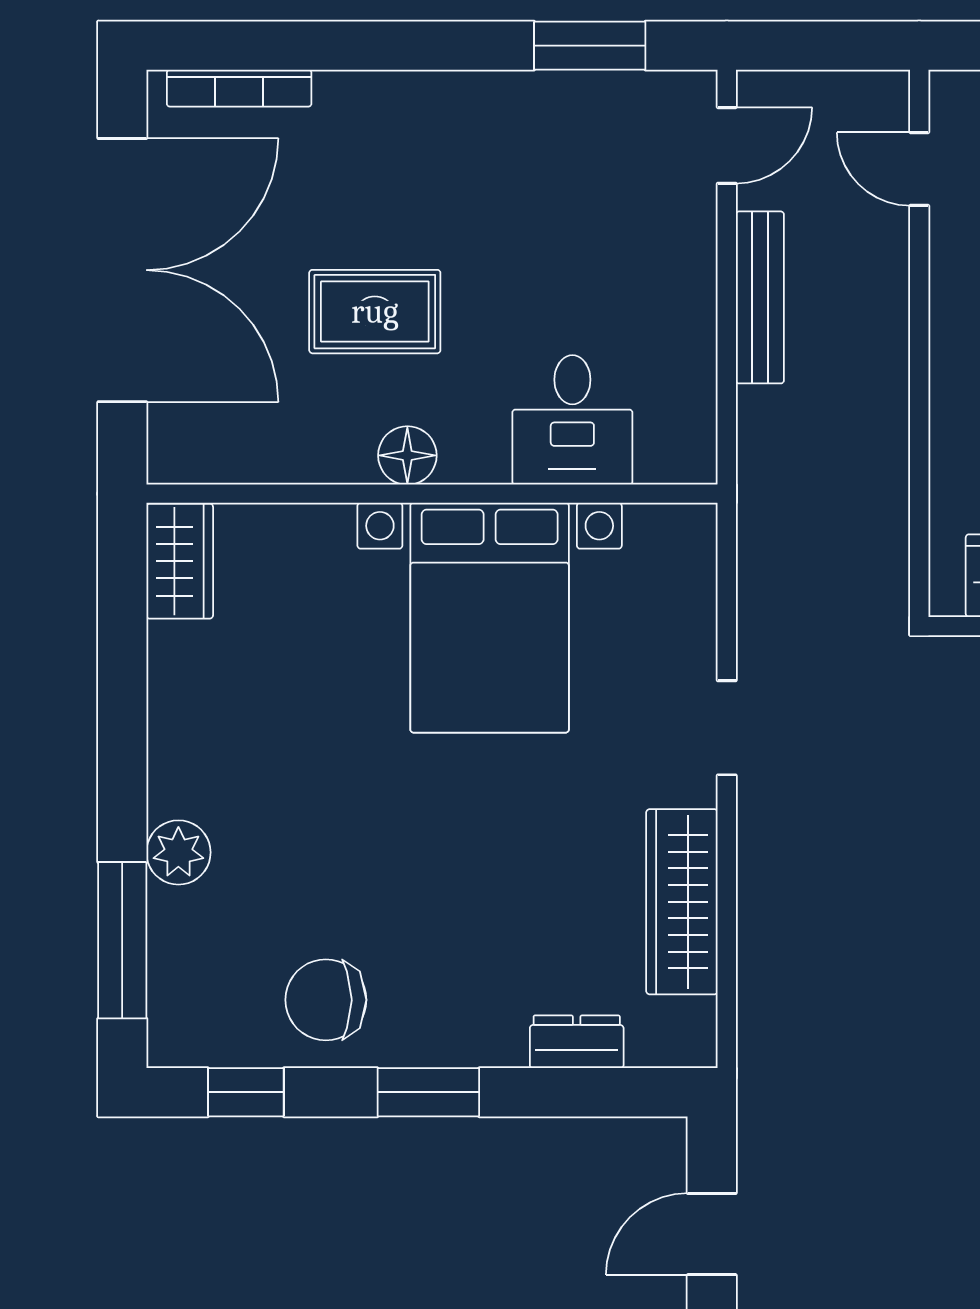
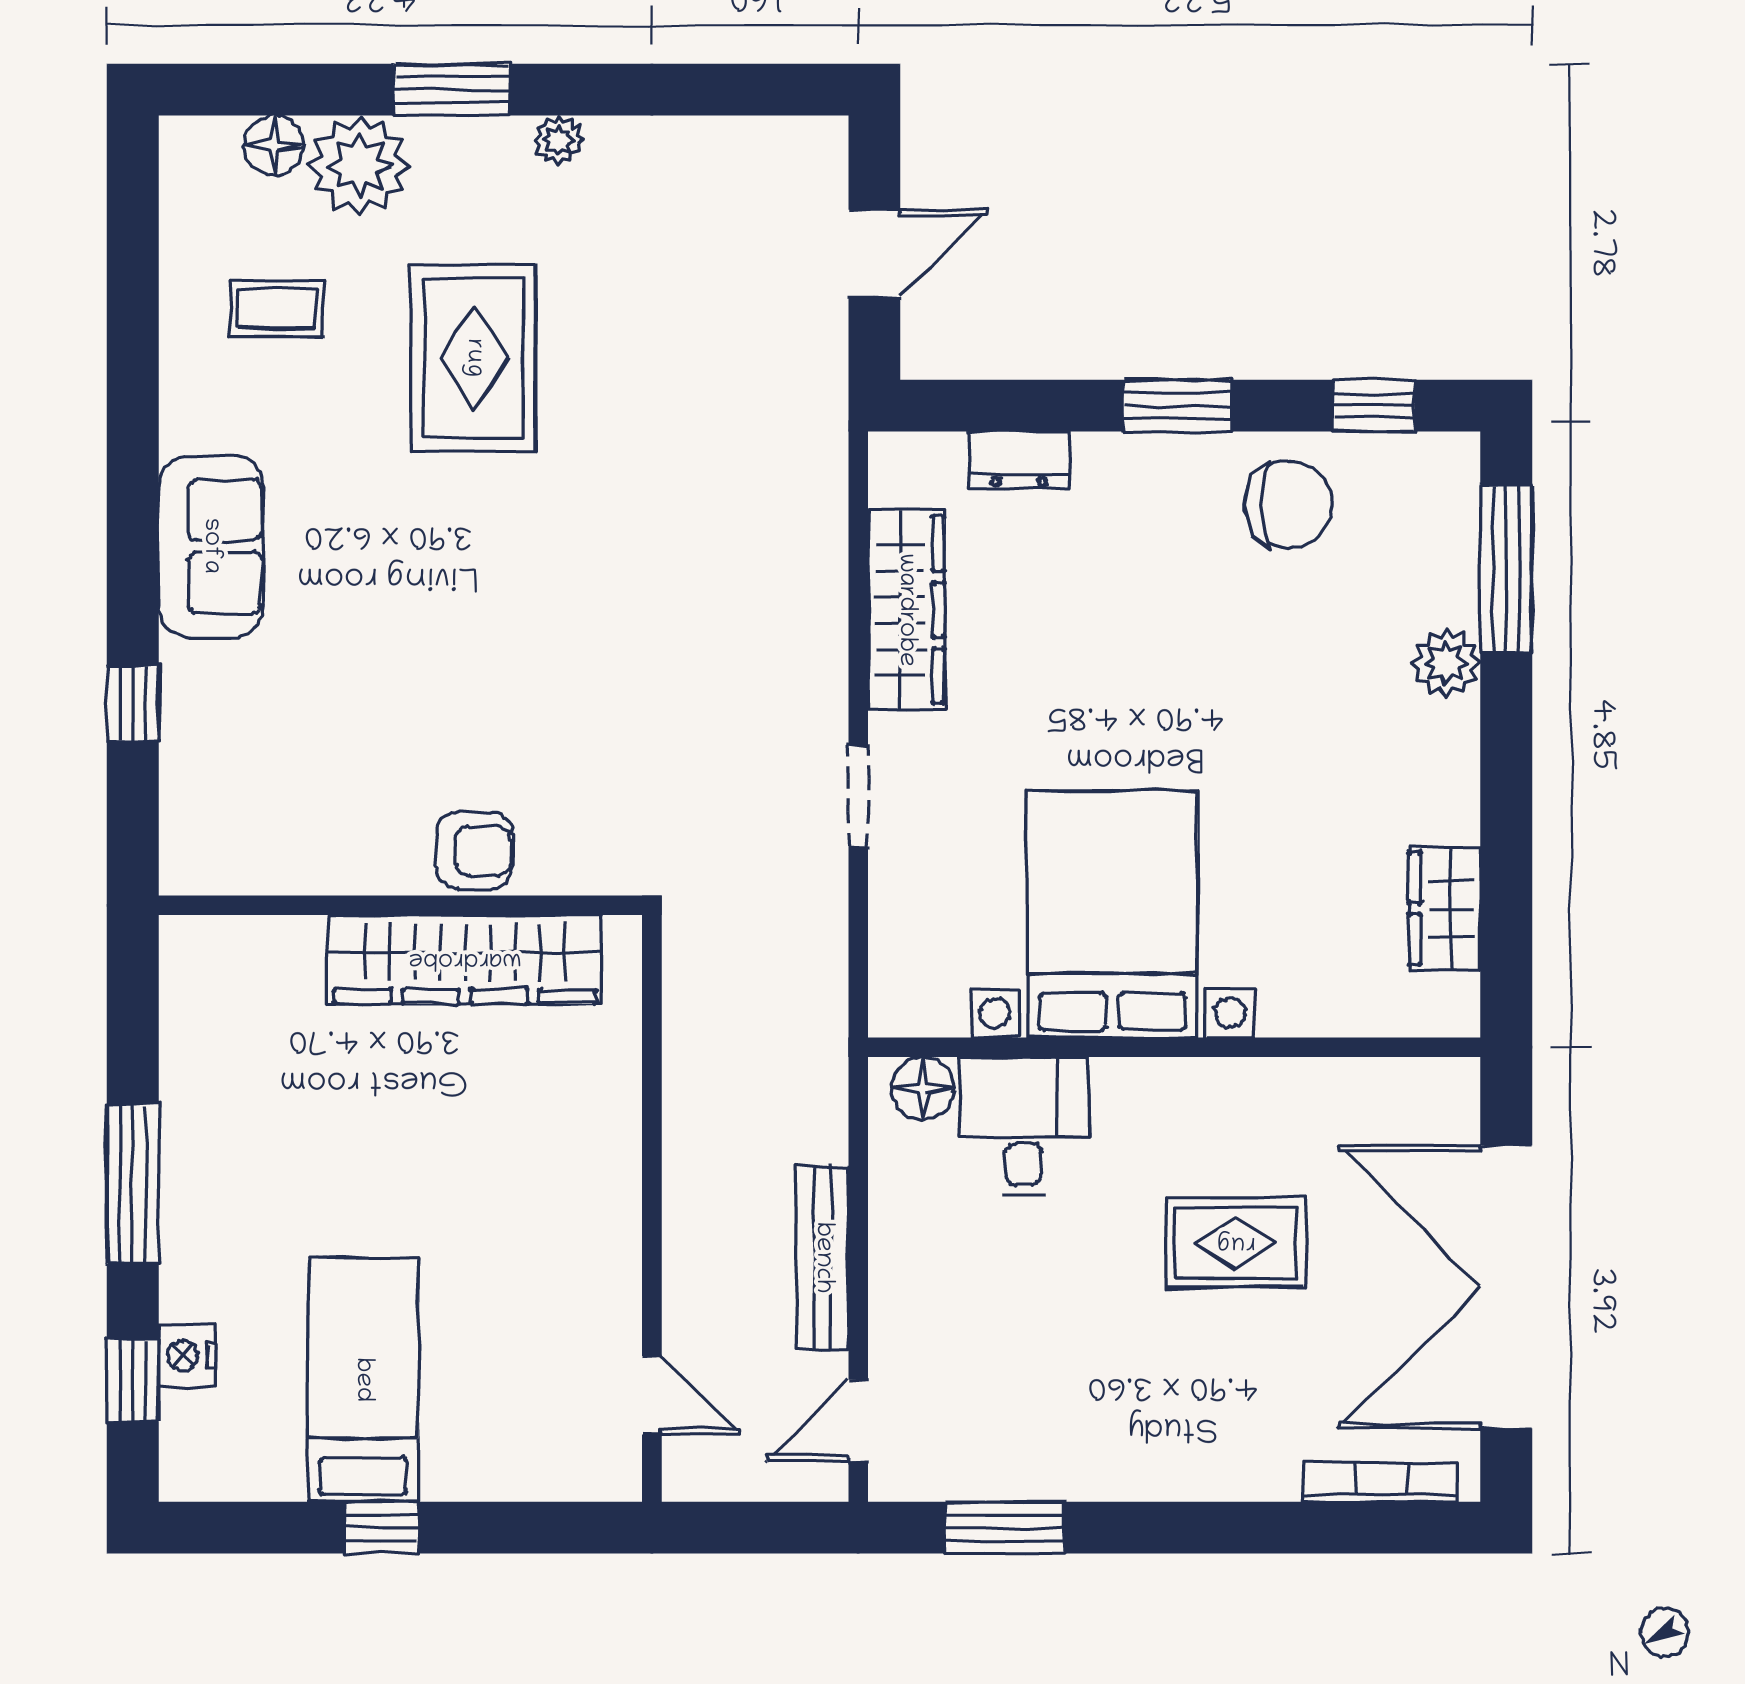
floor lamp: (407, 455) -> (923, 1088), moved
wardrobe: (180, 561) -> (1445, 909), moved

